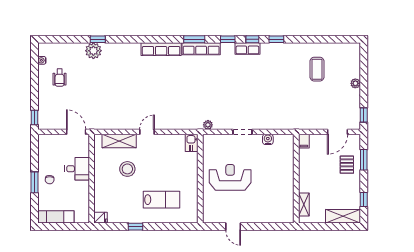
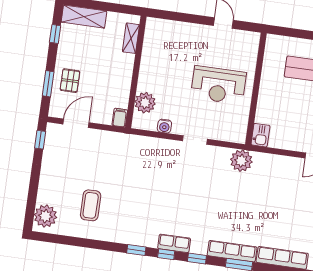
plant: (355, 83) -> (45, 216), moved, width x1.87, depth x1.87
plant: (208, 125) -> (241, 161), width x1.87, depth x1.87
plant: (286, 156) -> (145, 103), added

